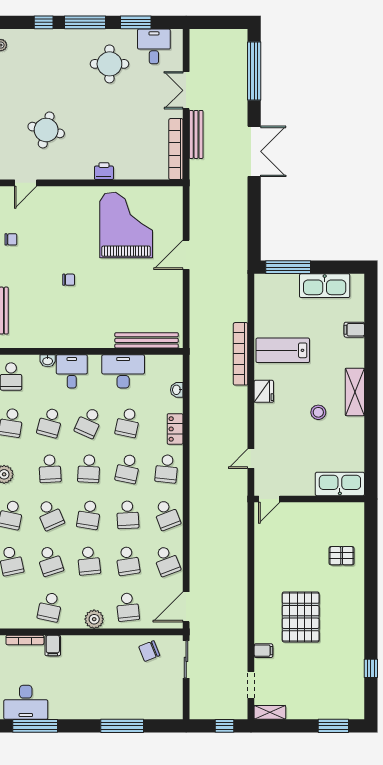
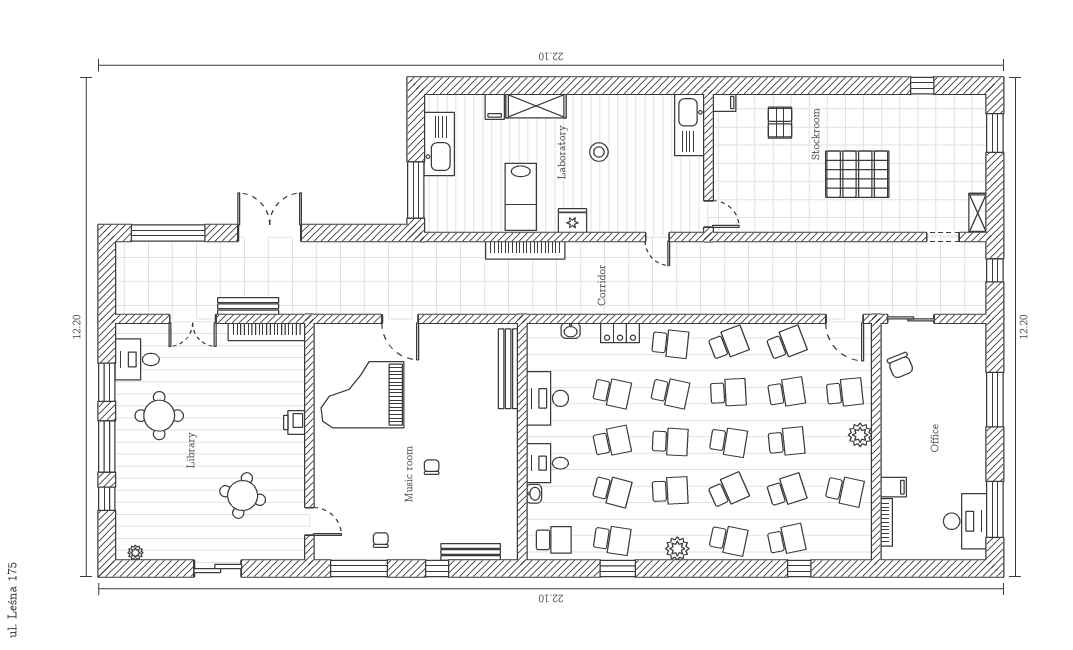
shelving: (355, 392) -> (536, 106), moved
school desk: (89, 423) -> (612, 442), turned -36
filing cabinet: (263, 651) -> (724, 103), moved, turned 90

